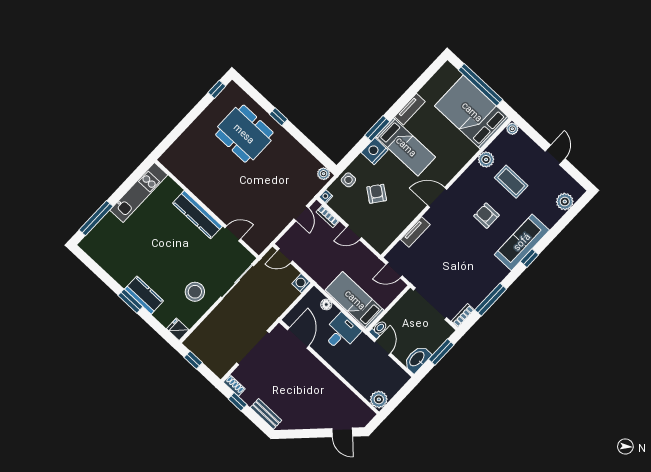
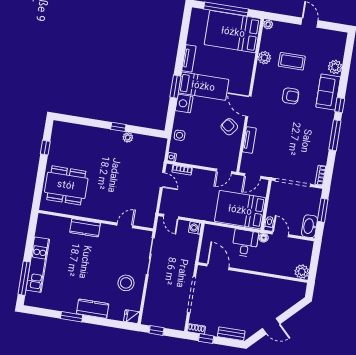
window: (217, 89) -> (45, 148), moved
window: (278, 117) -> (118, 127), moved
dining table: (244, 134) -> (66, 185), moved
plant: (324, 174) -> (128, 137), moved
kitchen unit: (139, 193) -> (38, 265), moved
armchair: (377, 194) -> (229, 127), moved
door: (437, 197) -> (248, 106), hinge flipped
plant: (565, 202) -> (335, 67), moved
kitchen counter: (197, 215) -> (85, 228), width x0.67
armchair: (486, 216) -> (291, 96), turned 180
door: (354, 232) -> (224, 171), moved
sofa: (522, 242) -> (328, 92), width x0.73
door: (285, 256) -> (171, 217), hinge flipped
window: (491, 299) -> (335, 135), moved
bed: (355, 300) -> (240, 210), width x1.50
window: (130, 301) -> (72, 317), moved
floor lamp: (326, 304) -> (264, 238), moved
door: (342, 432) -> (271, 326), moved

